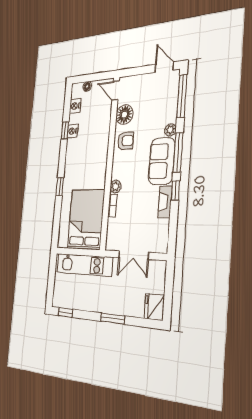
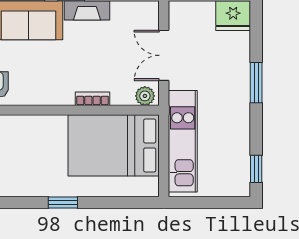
plant: (116, 187) -> (145, 96), moved
double door: (134, 255) -> (164, 55), swing flipped

